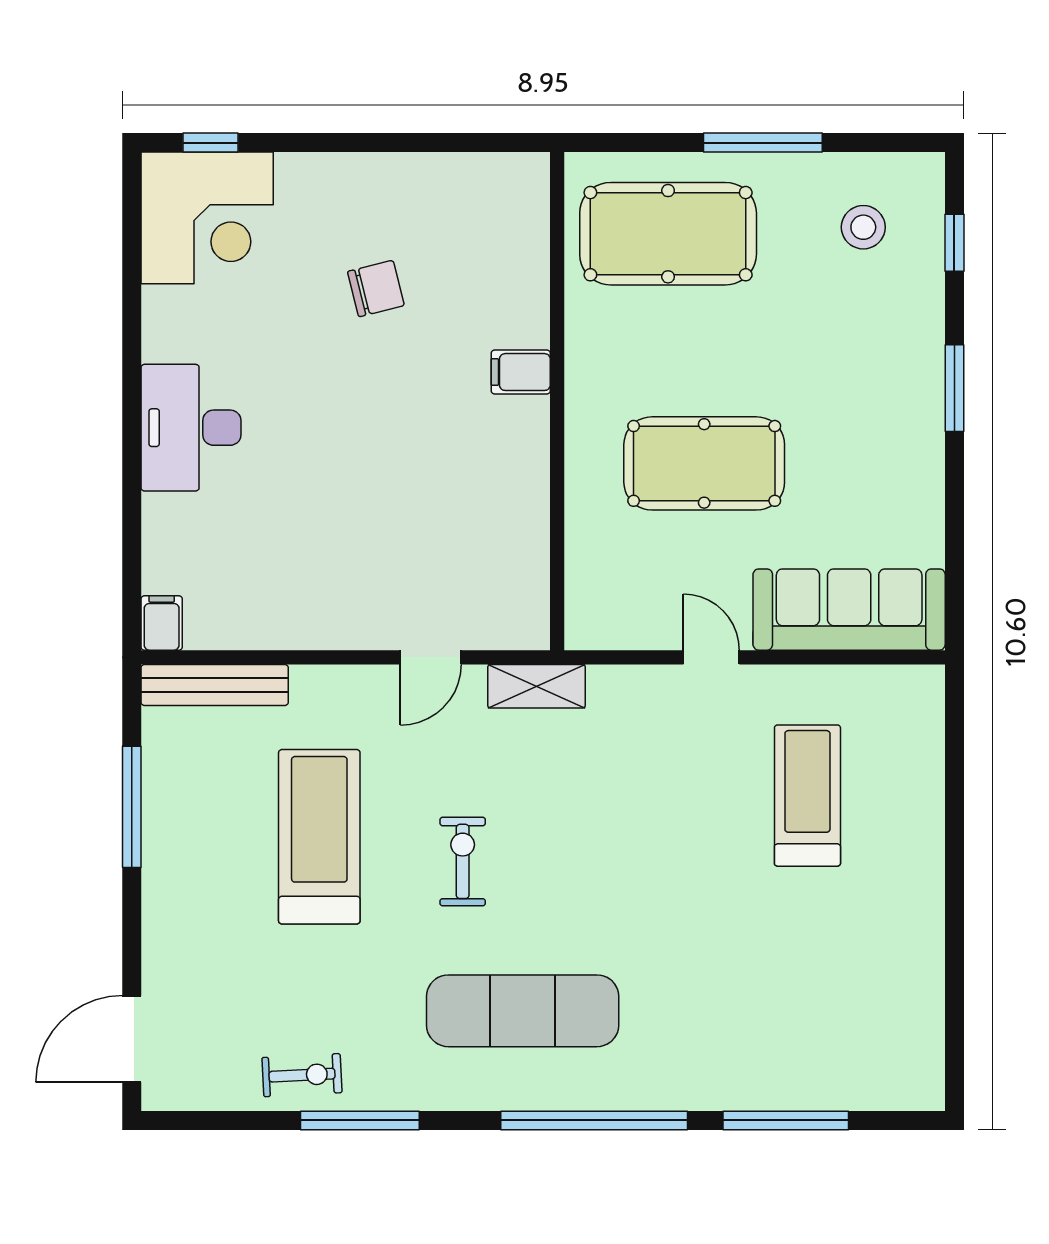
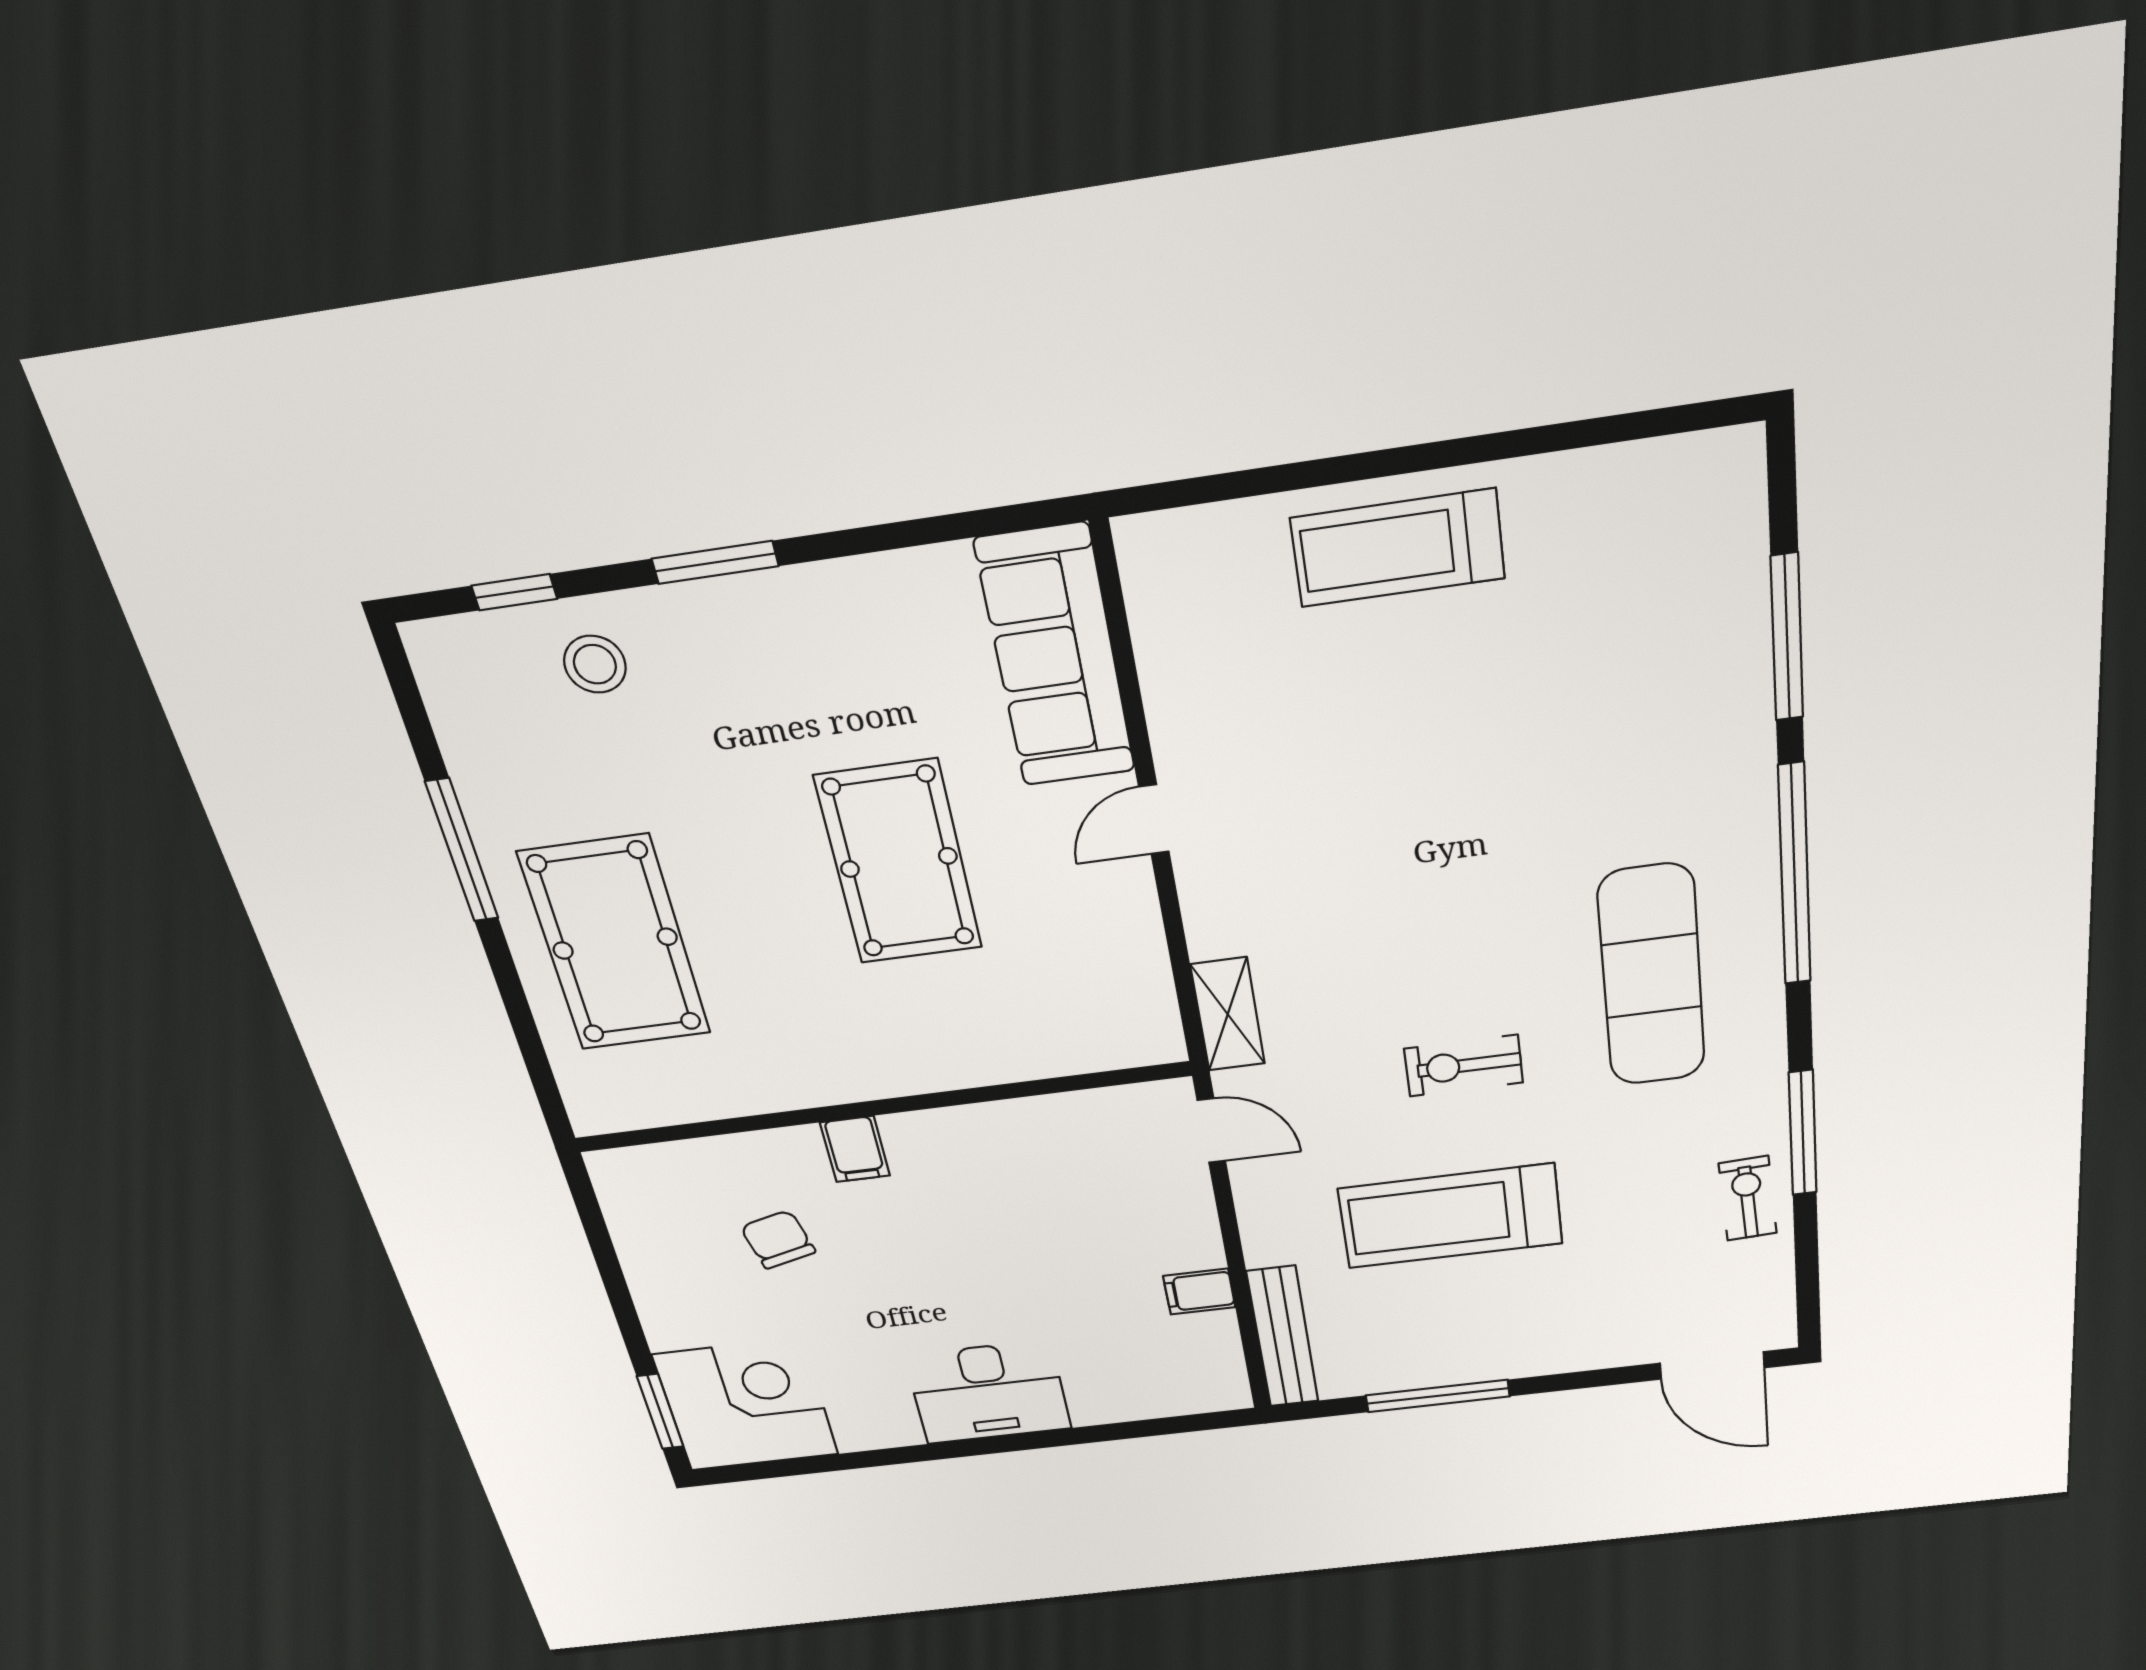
window: (210, 143) -> (660, 1412), width x1.50
stool: (863, 227) -> (595, 664), moved
filing cabinet: (521, 372) -> (855, 1149), moved
wall: (557, 401) -> (880, 1107), moved
filing cabinet: (162, 623) -> (1199, 1292), moved
treadmill: (807, 796) -> (1398, 548), moved

